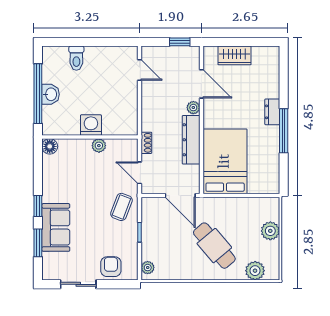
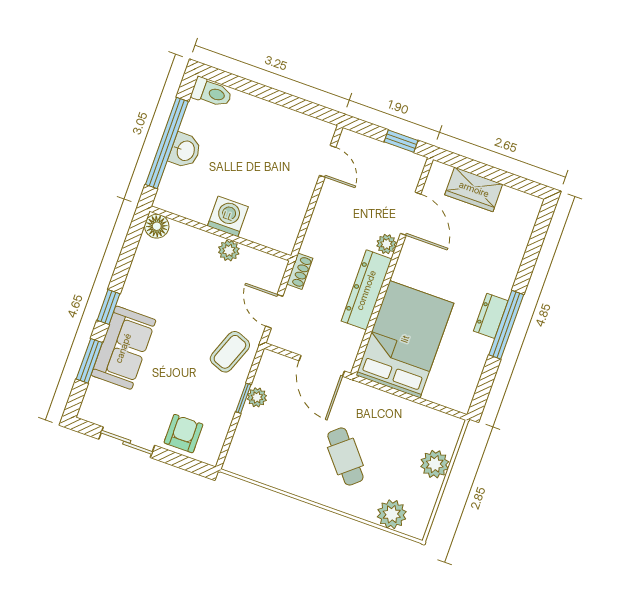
toilet: (76, 58) -> (212, 93), moved, turned -90
dresser: (272, 112) -> (491, 316), moved
cafe table: (214, 246) -> (345, 457), width x0.73, depth x0.74
plant: (148, 268) -> (257, 397), moved

